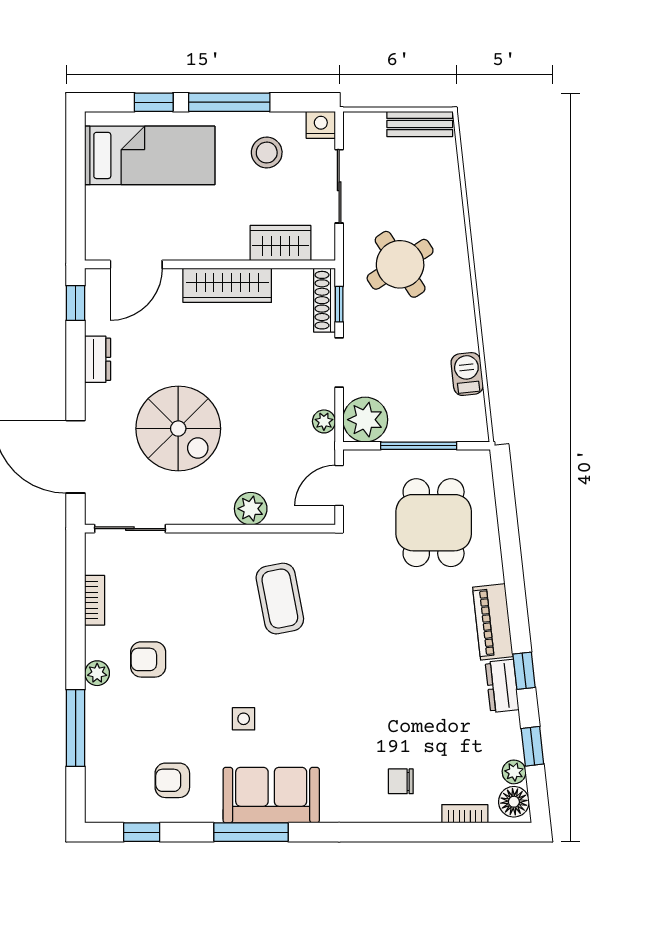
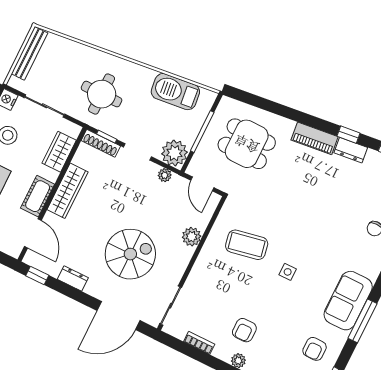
bench: (420, 124) -> (29, 53), width x1.36
cot: (197, 244) -> (38, 196), added
round table: (400, 264) -> (102, 94), turned 33
barbecue: (467, 374) -> (175, 92), width x1.88, depth x1.53
side table: (244, 719) -> (288, 272), moved

